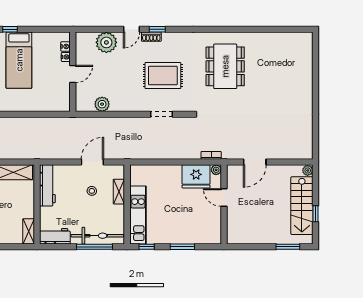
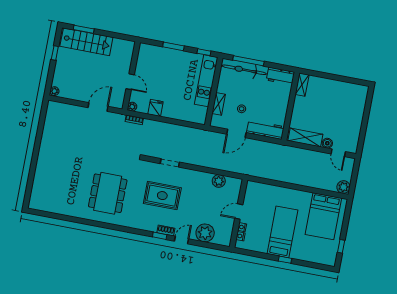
fridge: (196, 176) -> (155, 108), width x0.53, depth x0.75
workbench: (47, 185) -> (265, 130), moved, turned 90
stairs: (302, 206) -> (86, 42), moved, turned 90

